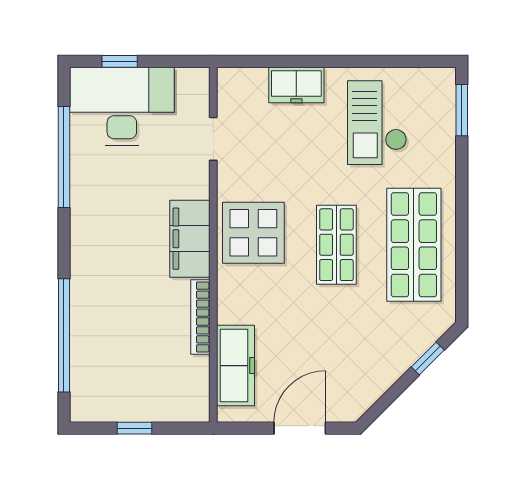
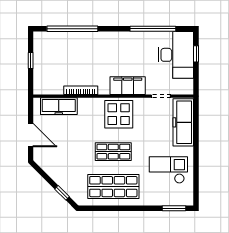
freezer: (296, 85) -> (183, 122), width x1.91, depth x1.26
filing cabinet: (190, 239) -> (128, 86), moved

